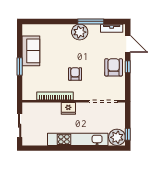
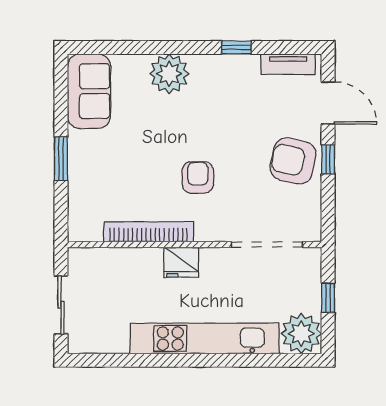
window: (91, 21) -> (236, 47), width x0.46
plant: (80, 32) -> (169, 74), moved
sofa: (31, 51) -> (89, 91), moved
armchair: (114, 67) -> (293, 161), turned -77
window: (128, 134) -> (328, 298), moved

